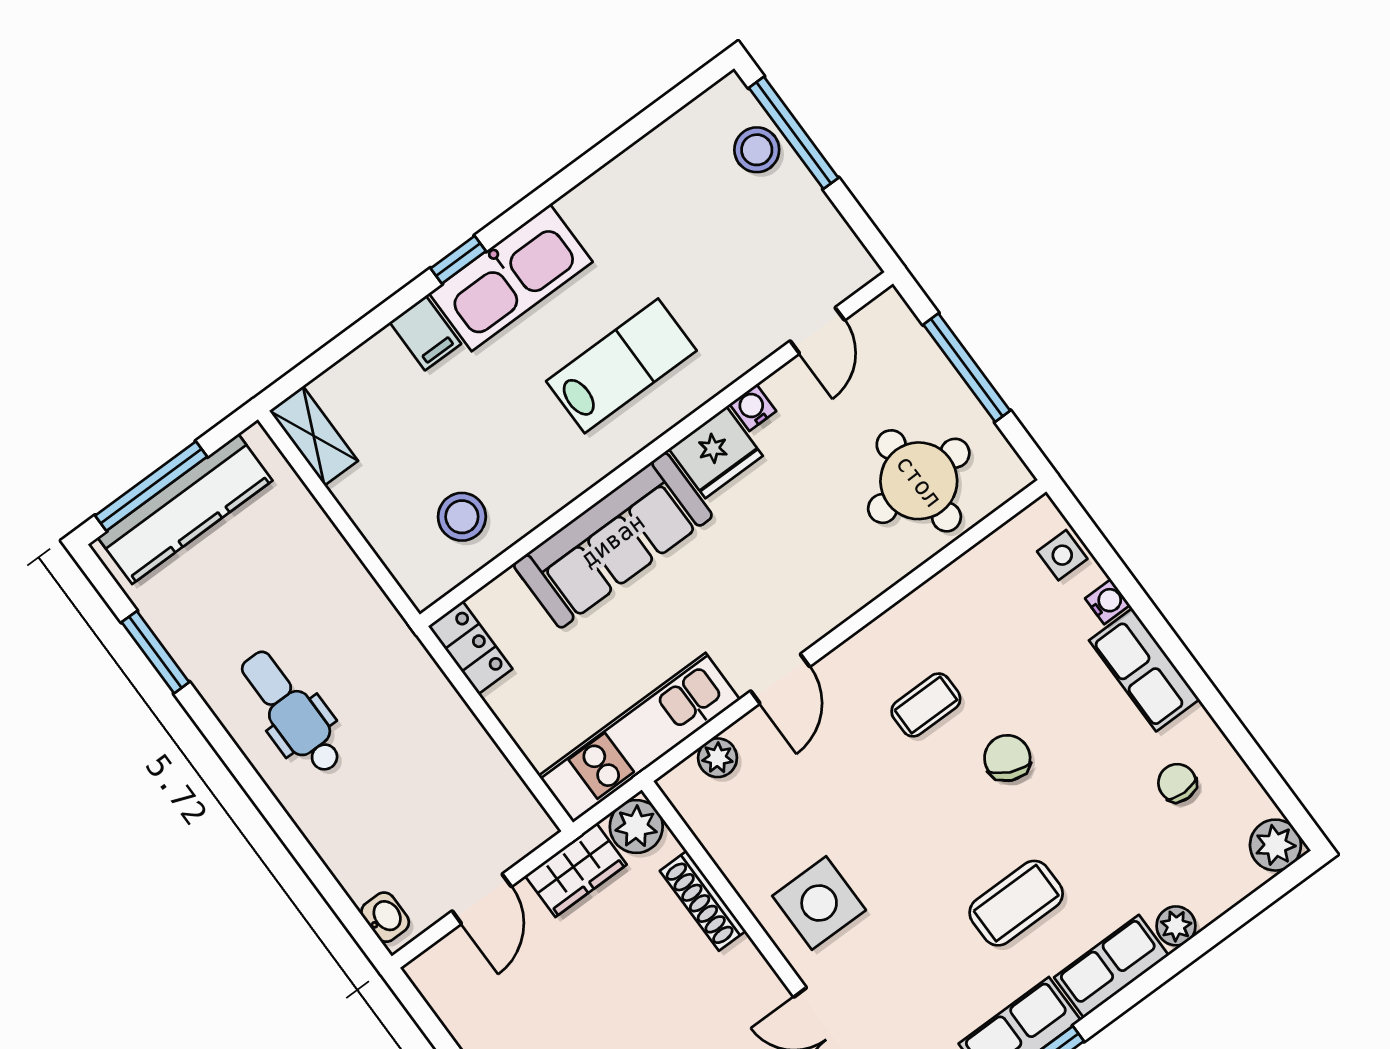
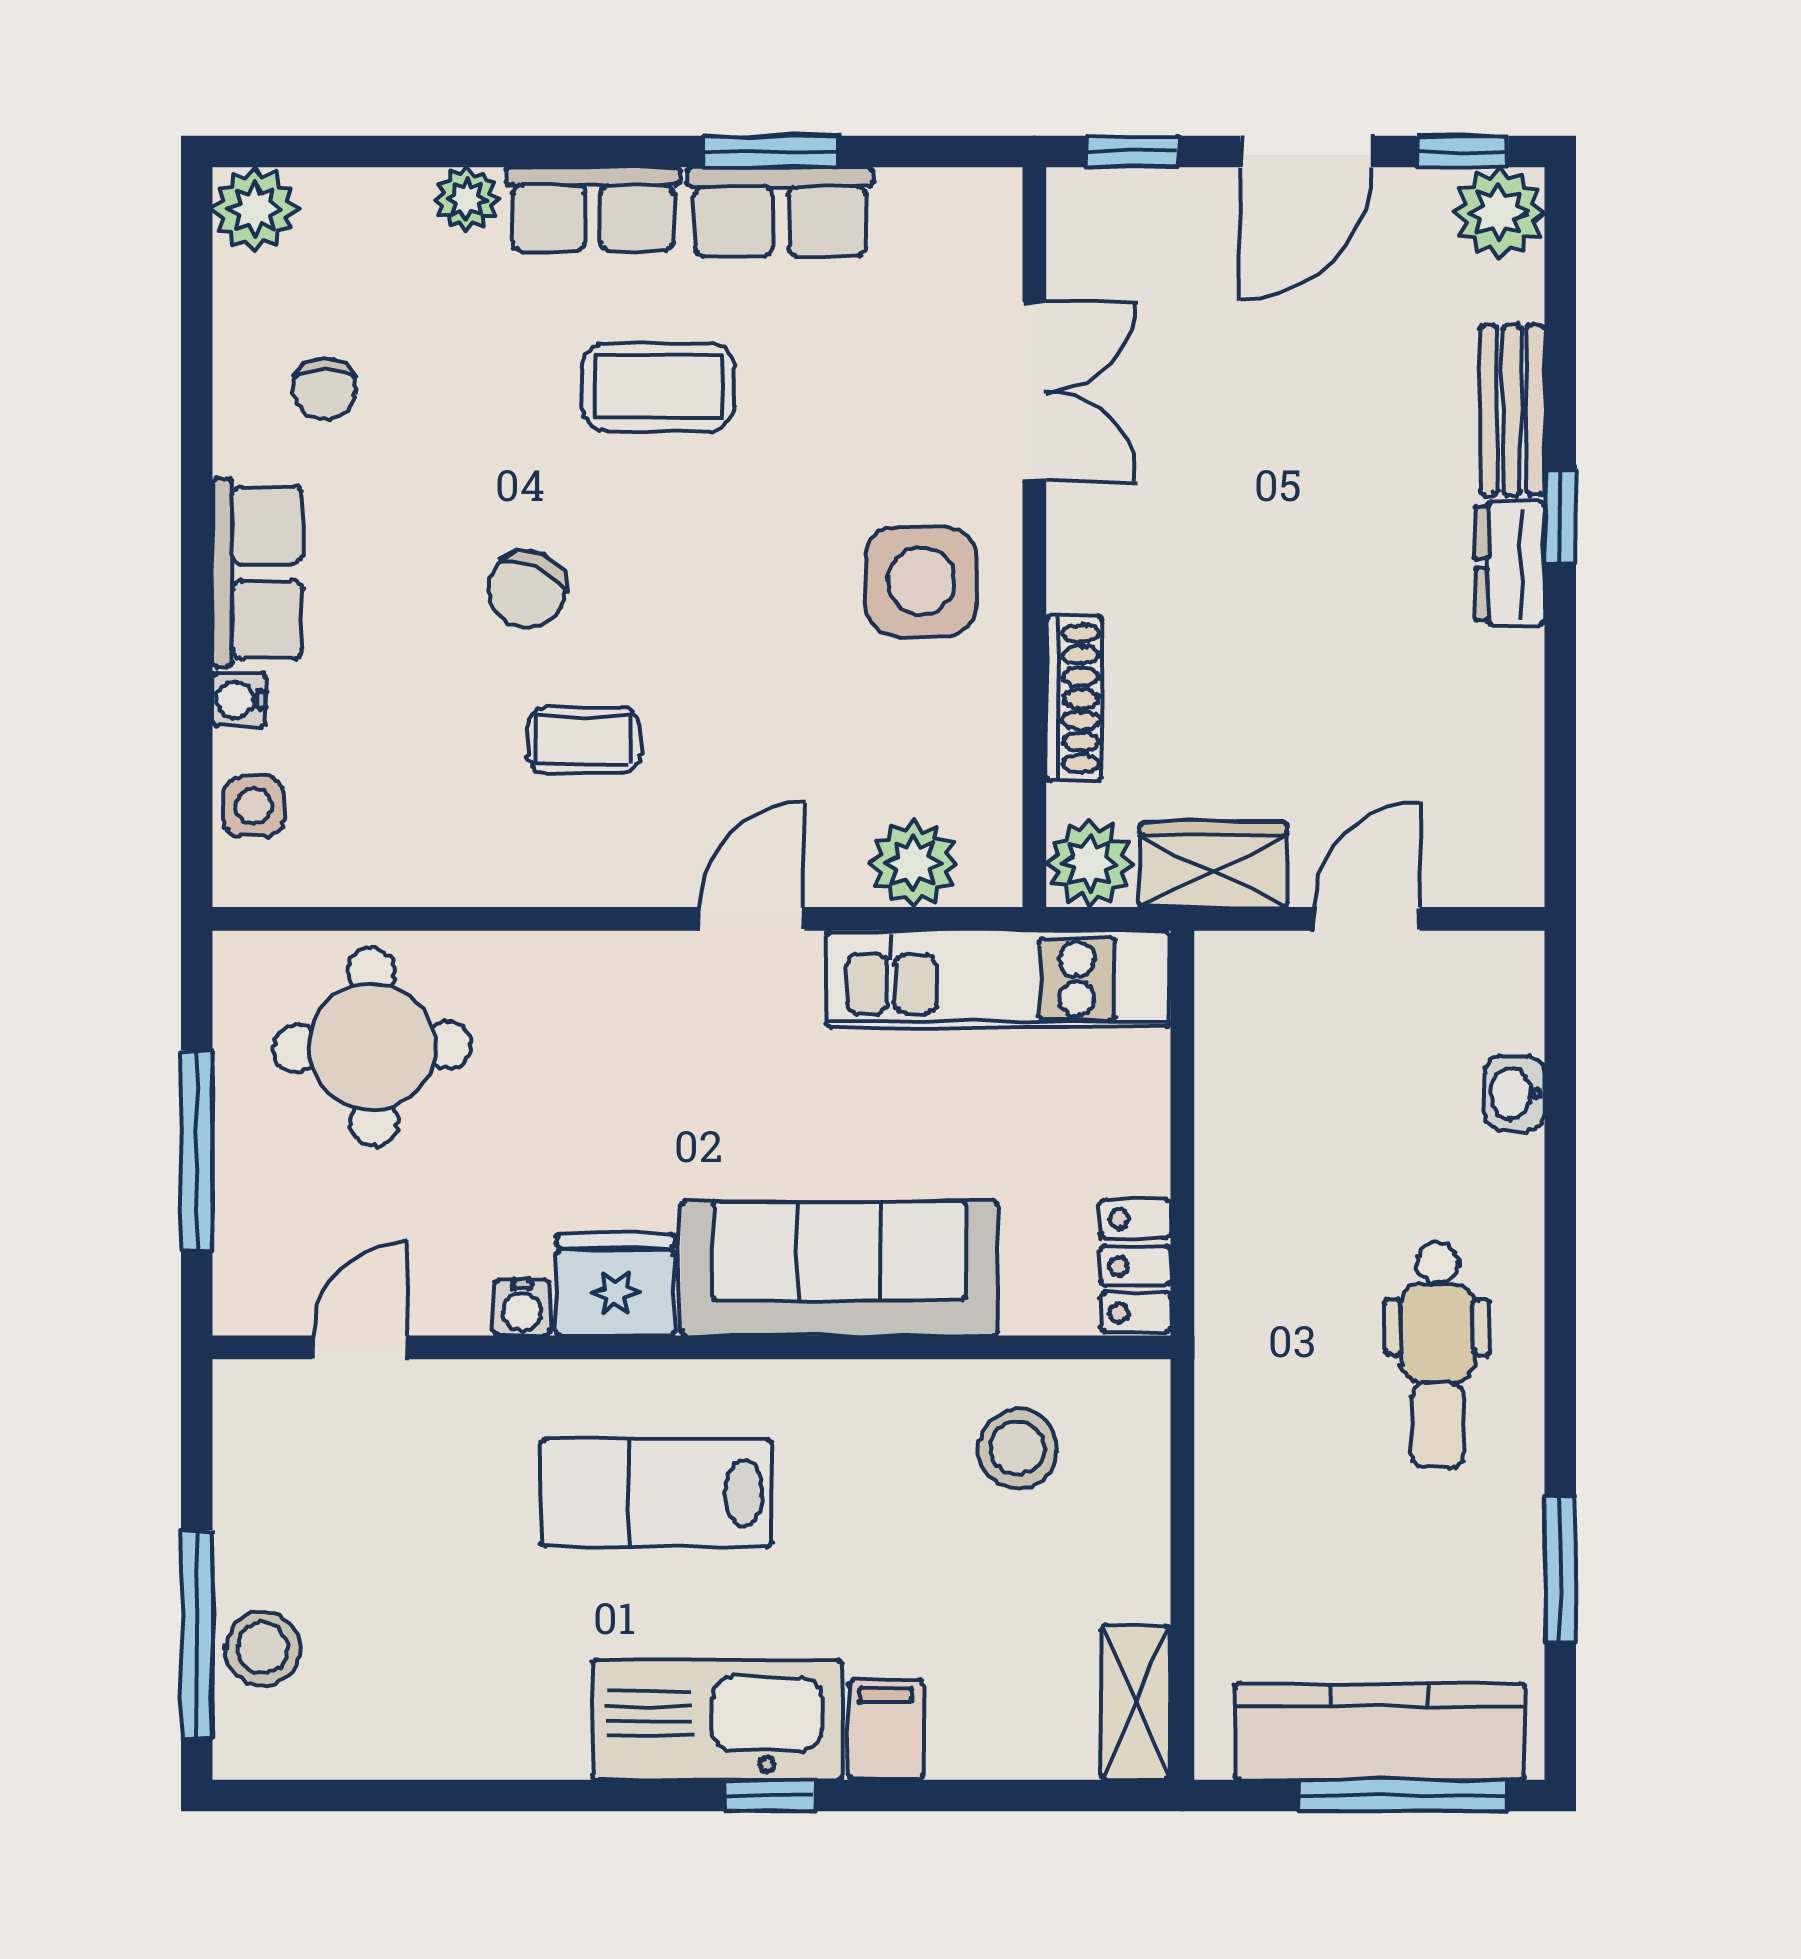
plant: (718, 758) -> (914, 863), width x1.38, depth x1.38
washbasin: (385, 917) -> (1514, 1094), moved

